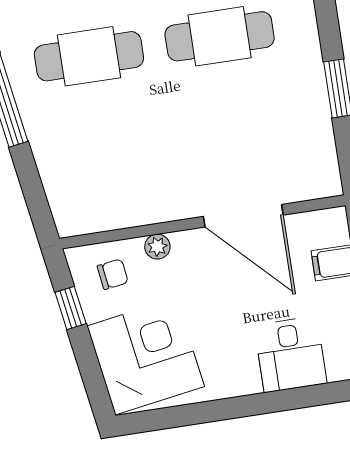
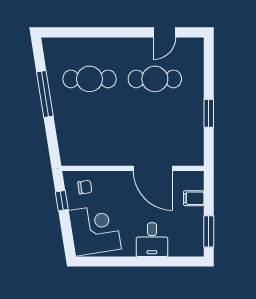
plant: (157, 247) -> (109, 177), removed
desk: (291, 354) -> (152, 240), moved

